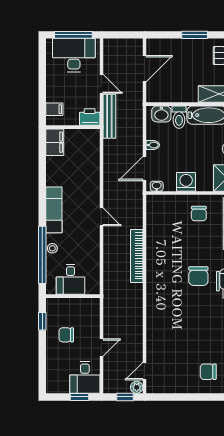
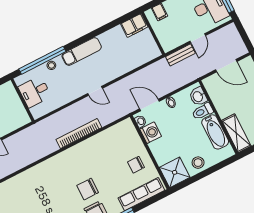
bench: (109, 116) -> (180, 55), width x0.73
printer: (90, 117) -> (167, 42), removed
washing machine: (186, 182) -> (151, 133), moved
door: (101, 217) -> (95, 91), hinge flipped

